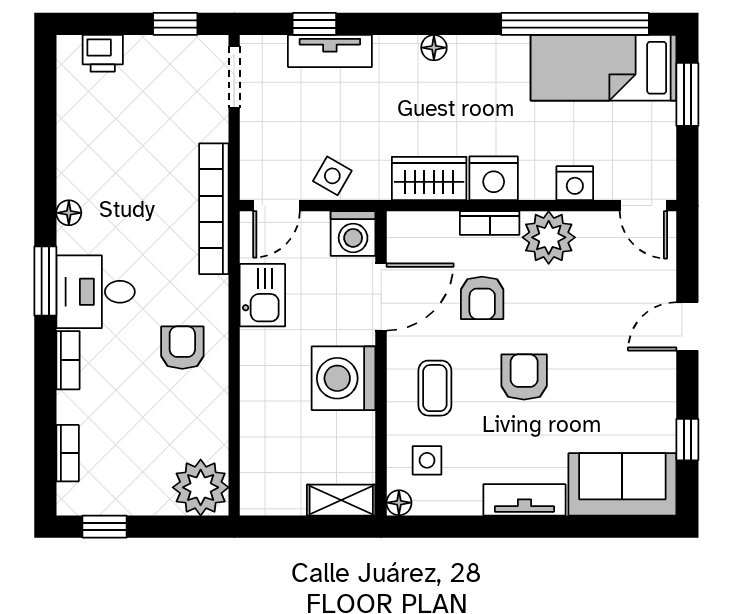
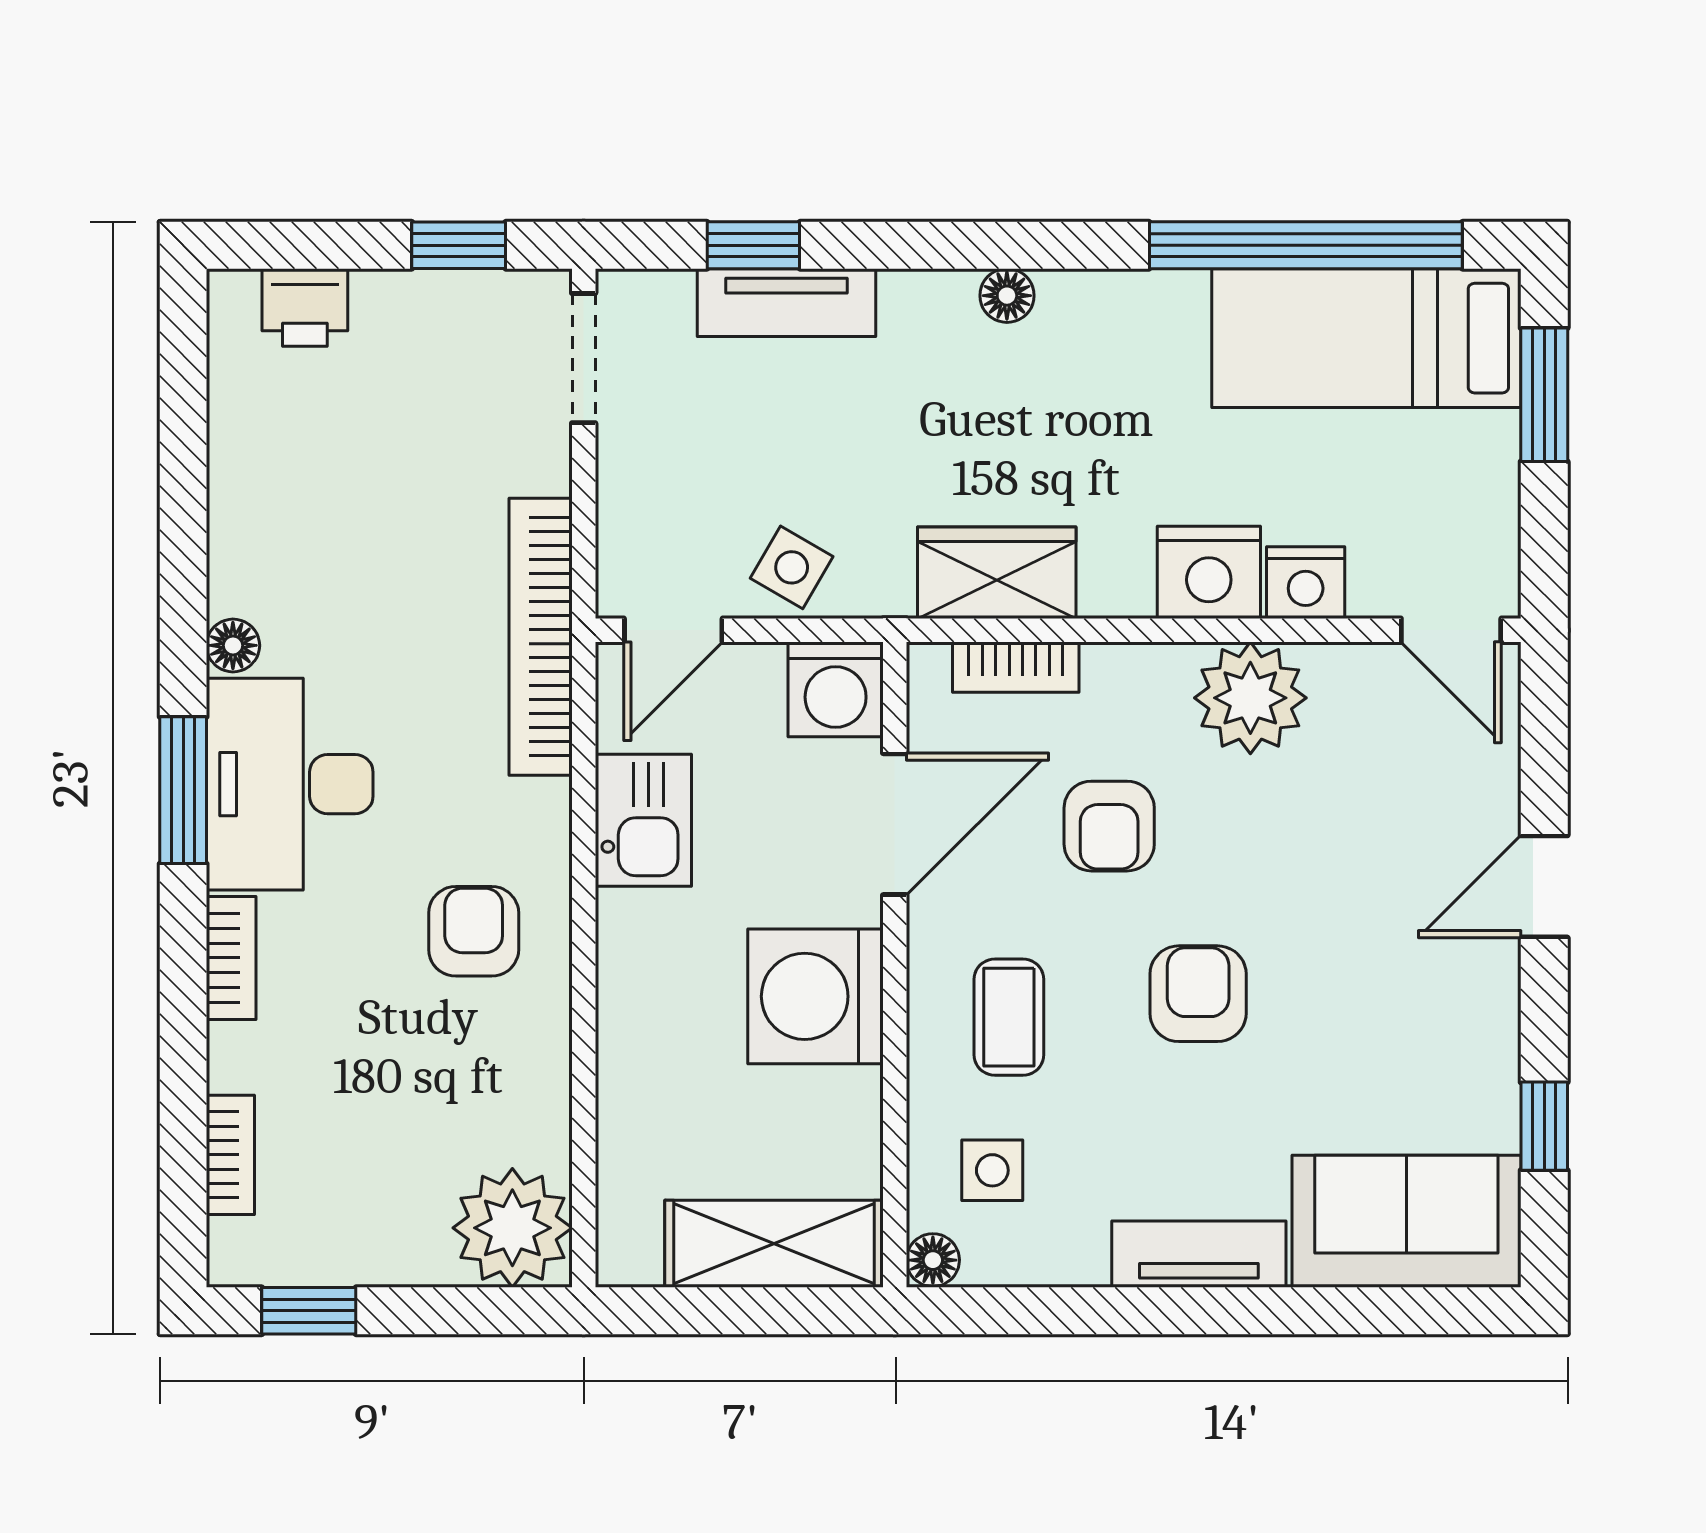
nightstand: (494, 178) -> (1209, 572), moved
bookcase: (490, 223) -> (1016, 667), moved
desk: (96, 292) -> (290, 784), width x1.37
shelving: (341, 500) -> (774, 1244), width x1.50, depth x1.33

